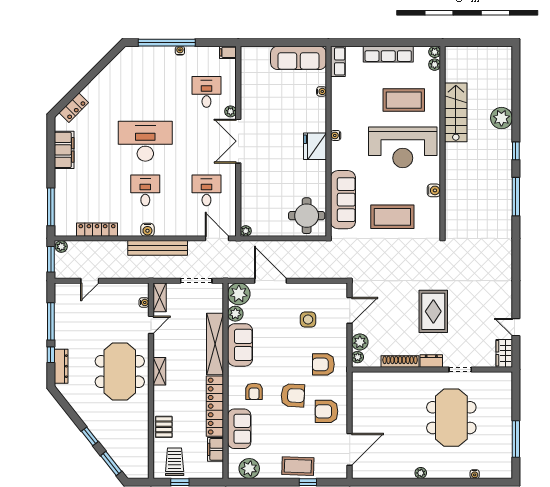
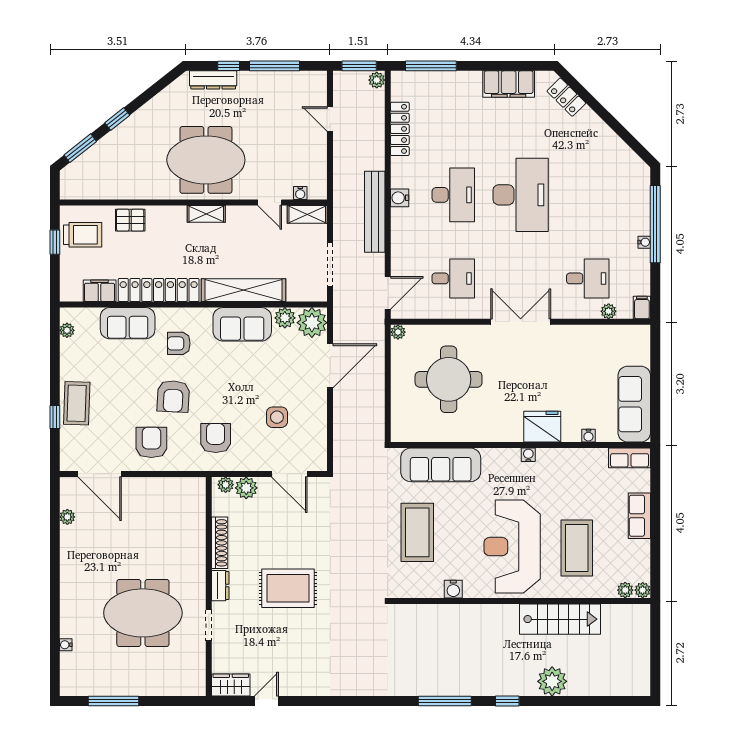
row of seats: (388, 54) -> (639, 516), width x0.68
plant: (231, 111) -> (609, 311), moved
fridge: (315, 146) -> (542, 427), moved
desk: (145, 190) -> (453, 195), width x1.37
round table: (307, 216) -> (449, 379), moved, width x1.36, depth x1.36
plant: (249, 468) -> (67, 330), width x0.53, depth x0.53
plant: (421, 473) -> (67, 517), moved

